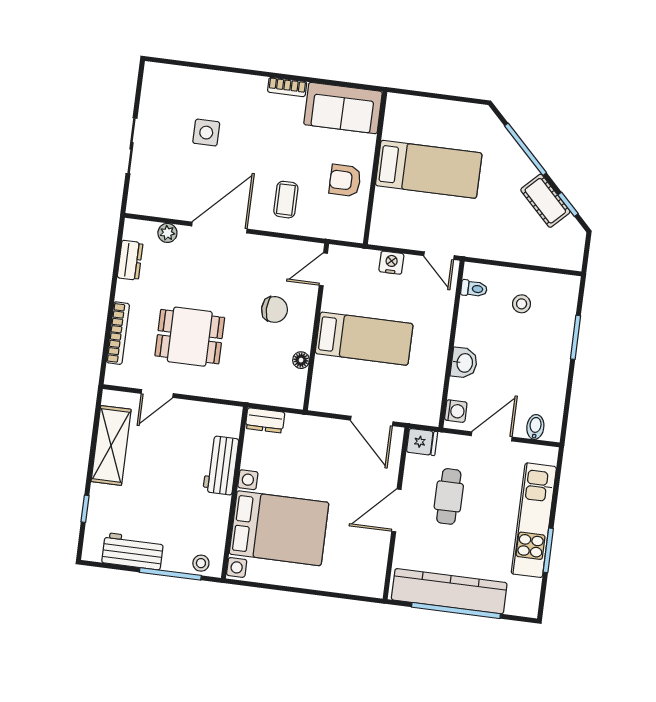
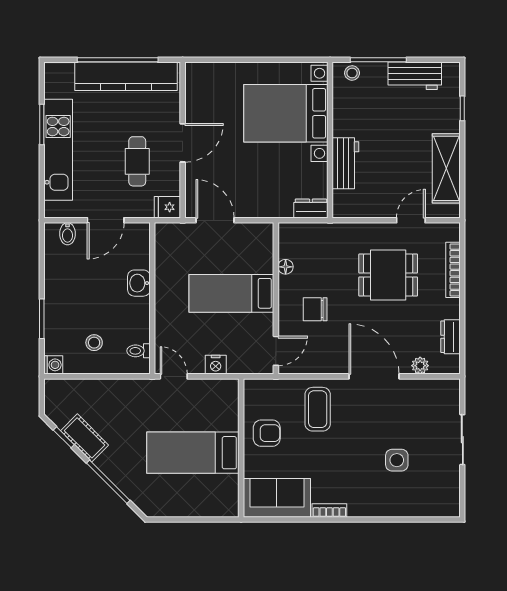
coffee table: (286, 200) -> (318, 409), width x1.36, depth x1.30
door: (219, 228) -> (374, 376), swing flipped
washing machine: (456, 411) -> (53, 365), moved, turned 180

